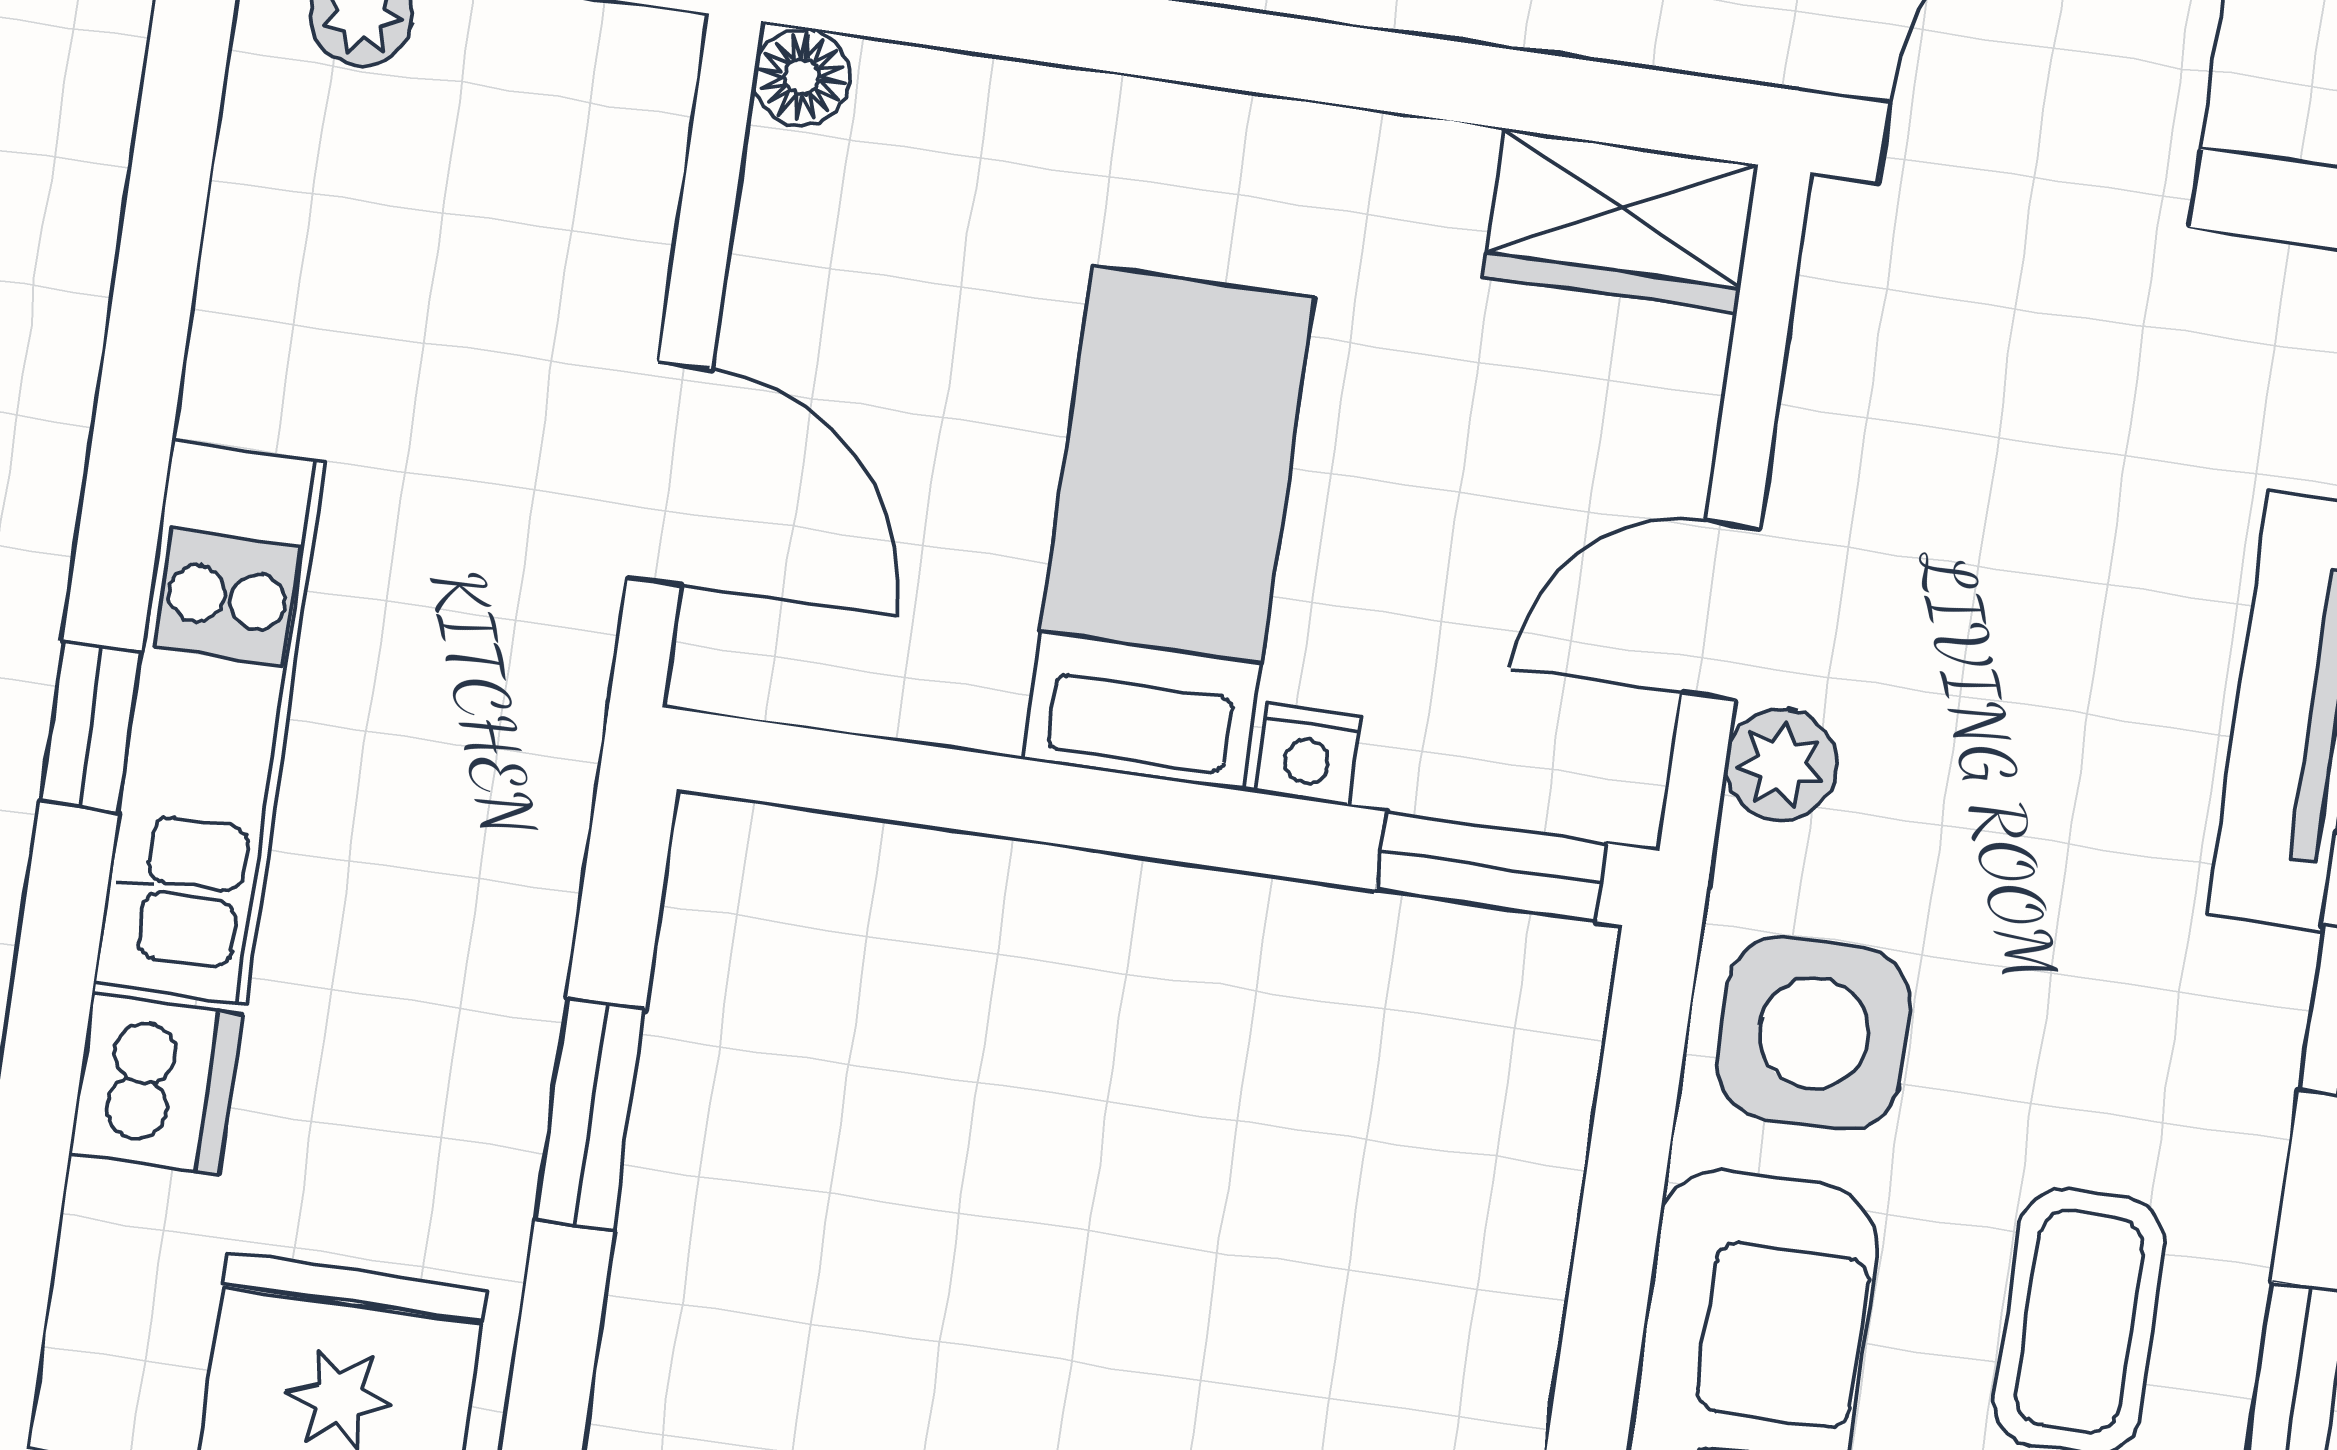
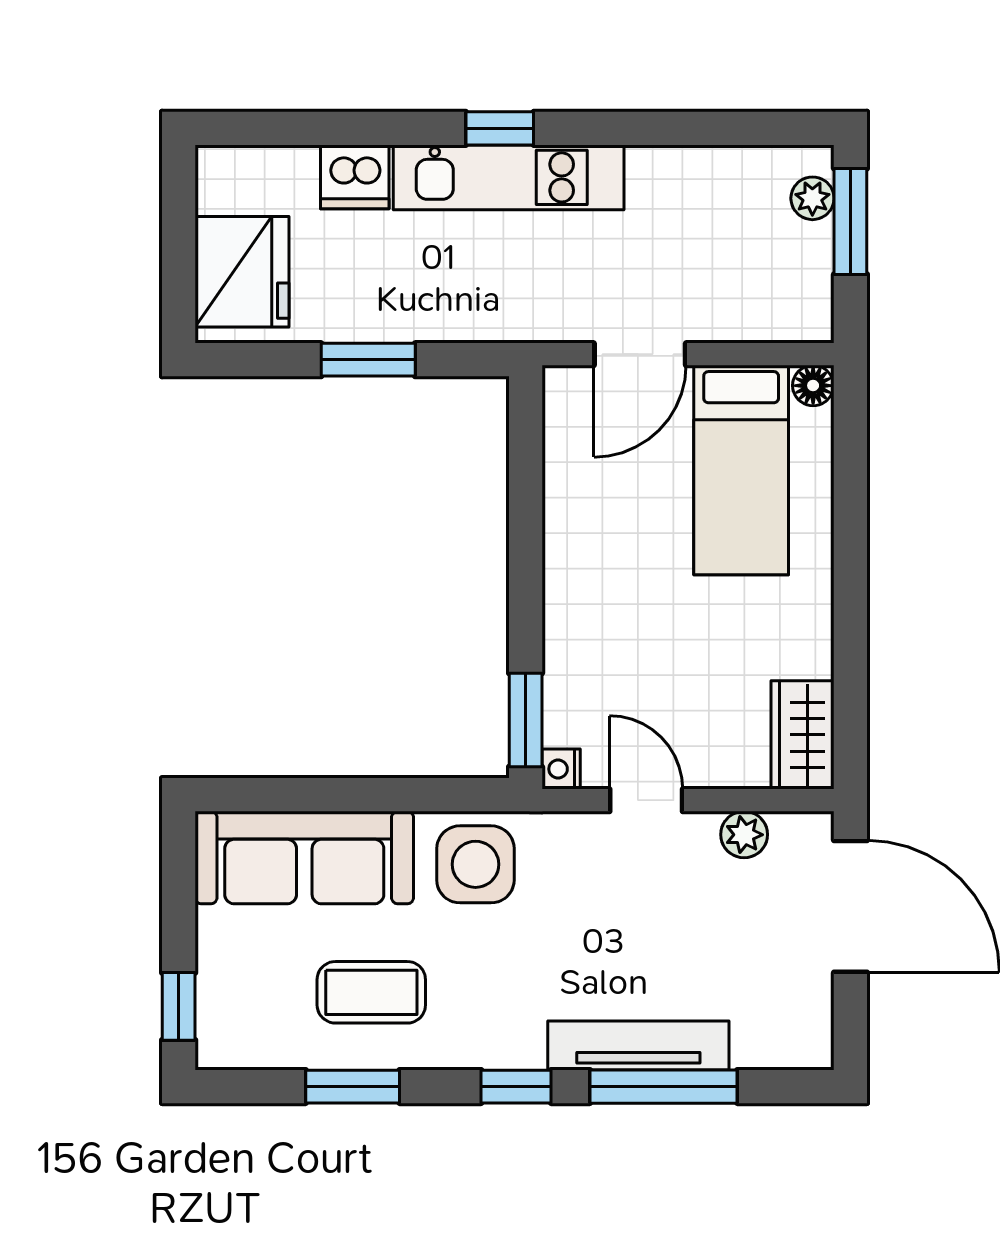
bed: (1168, 528) -> (741, 470), moved, turned 90
nightstand: (1308, 755) -> (561, 769), moved
plant: (1781, 765) -> (744, 835), moved

